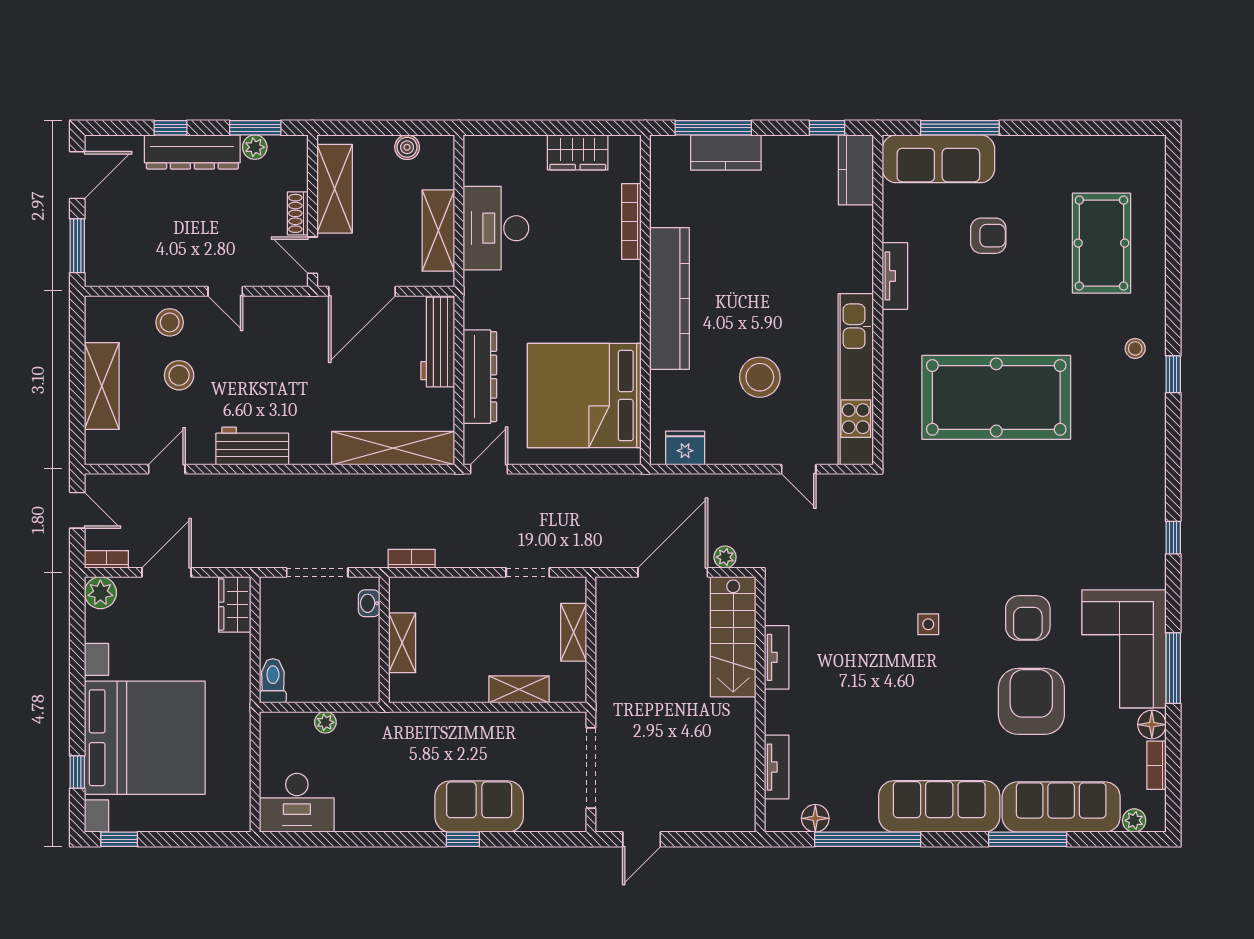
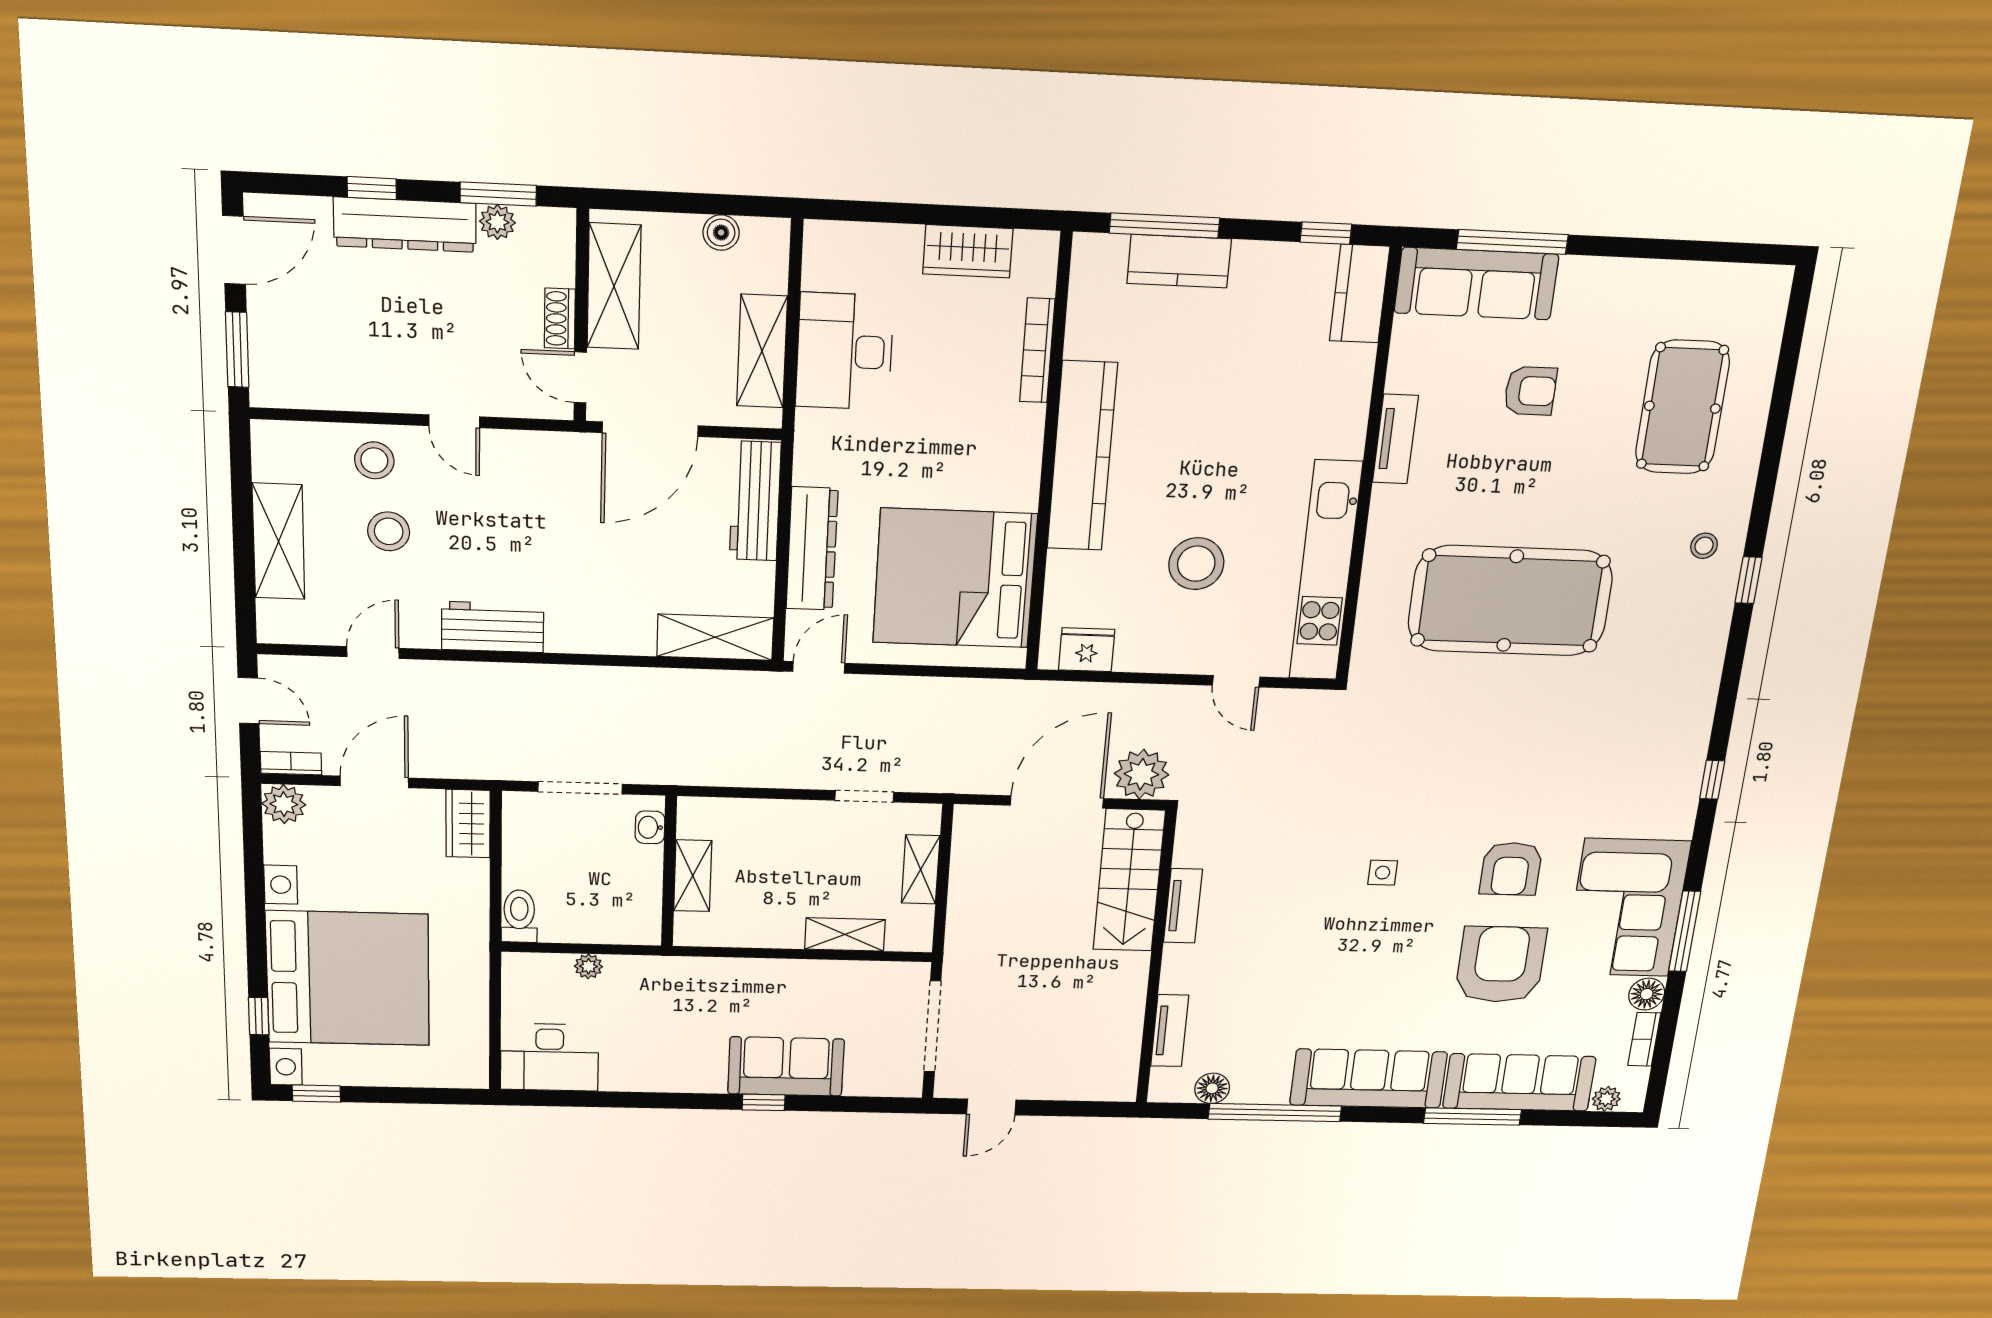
shelving: (393, 448) -> (715, 637), width x0.68
plant: (725, 557) -> (1141, 774), width x1.88, depth x1.88
bookcase: (412, 559) -> (709, 775), removed

